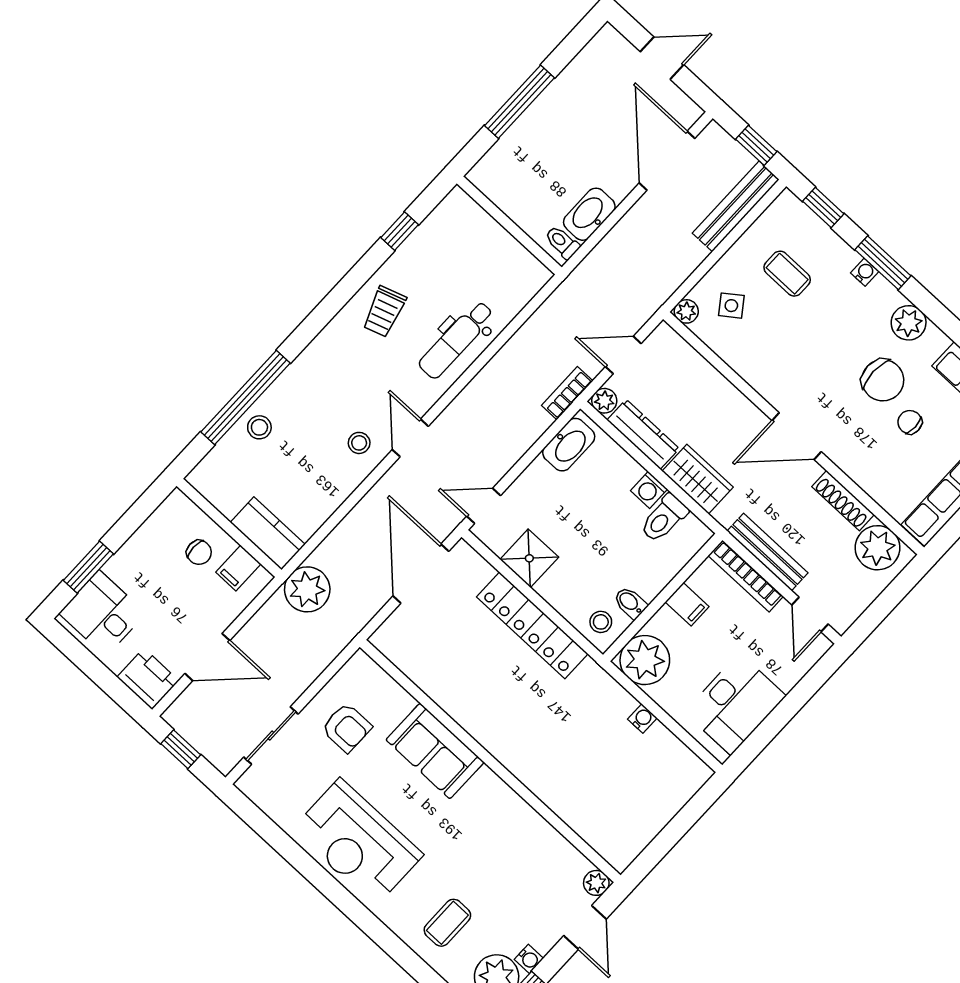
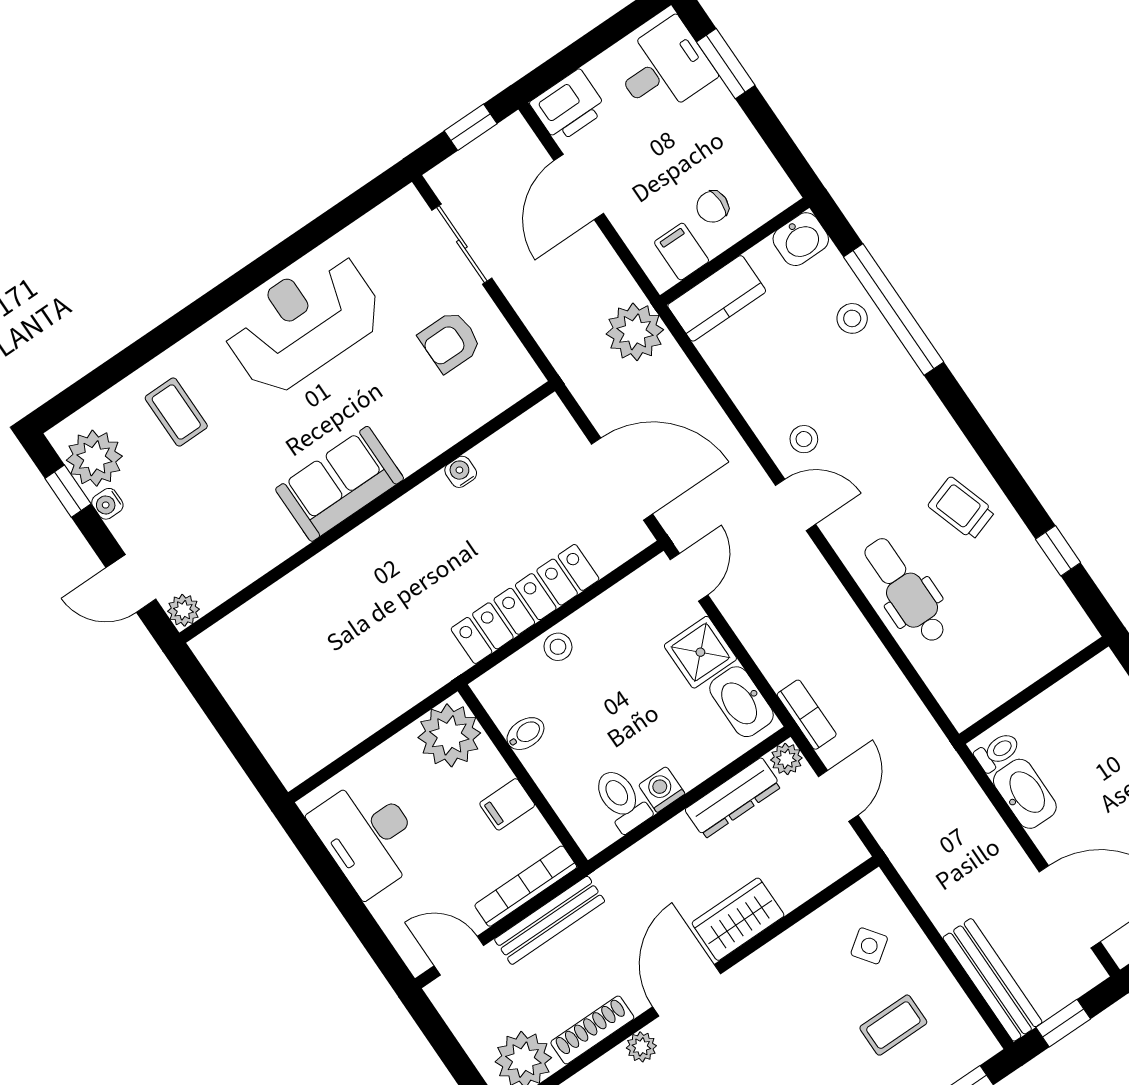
plant: (686, 311) -> (641, 1047), moved
wardrobe: (698, 479) -> (738, 919), moved, turned 180
washbasin: (208, 480) -> (801, 239), added
shower: (529, 558) -> (700, 652), moved
stool: (601, 622) -> (558, 647), moved
water cooler: (642, 719) -> (461, 472), moved, turned 180
sofa: (435, 751) -> (340, 484), moved

